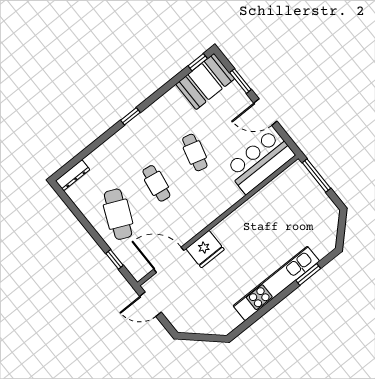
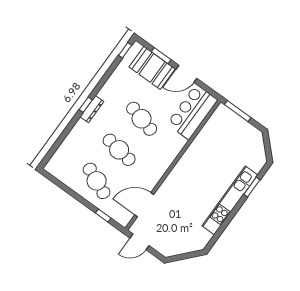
booth: (205, 81) -> (152, 68), moved, turned 90
cafe table: (195, 152) -> (142, 119), width x1.37, depth x1.35
dresser: (73, 175) -> (92, 109), moved
cafe table: (156, 183) -> (119, 150), width x1.37, depth x1.35
fridge: (205, 249) -> (169, 189), removed

